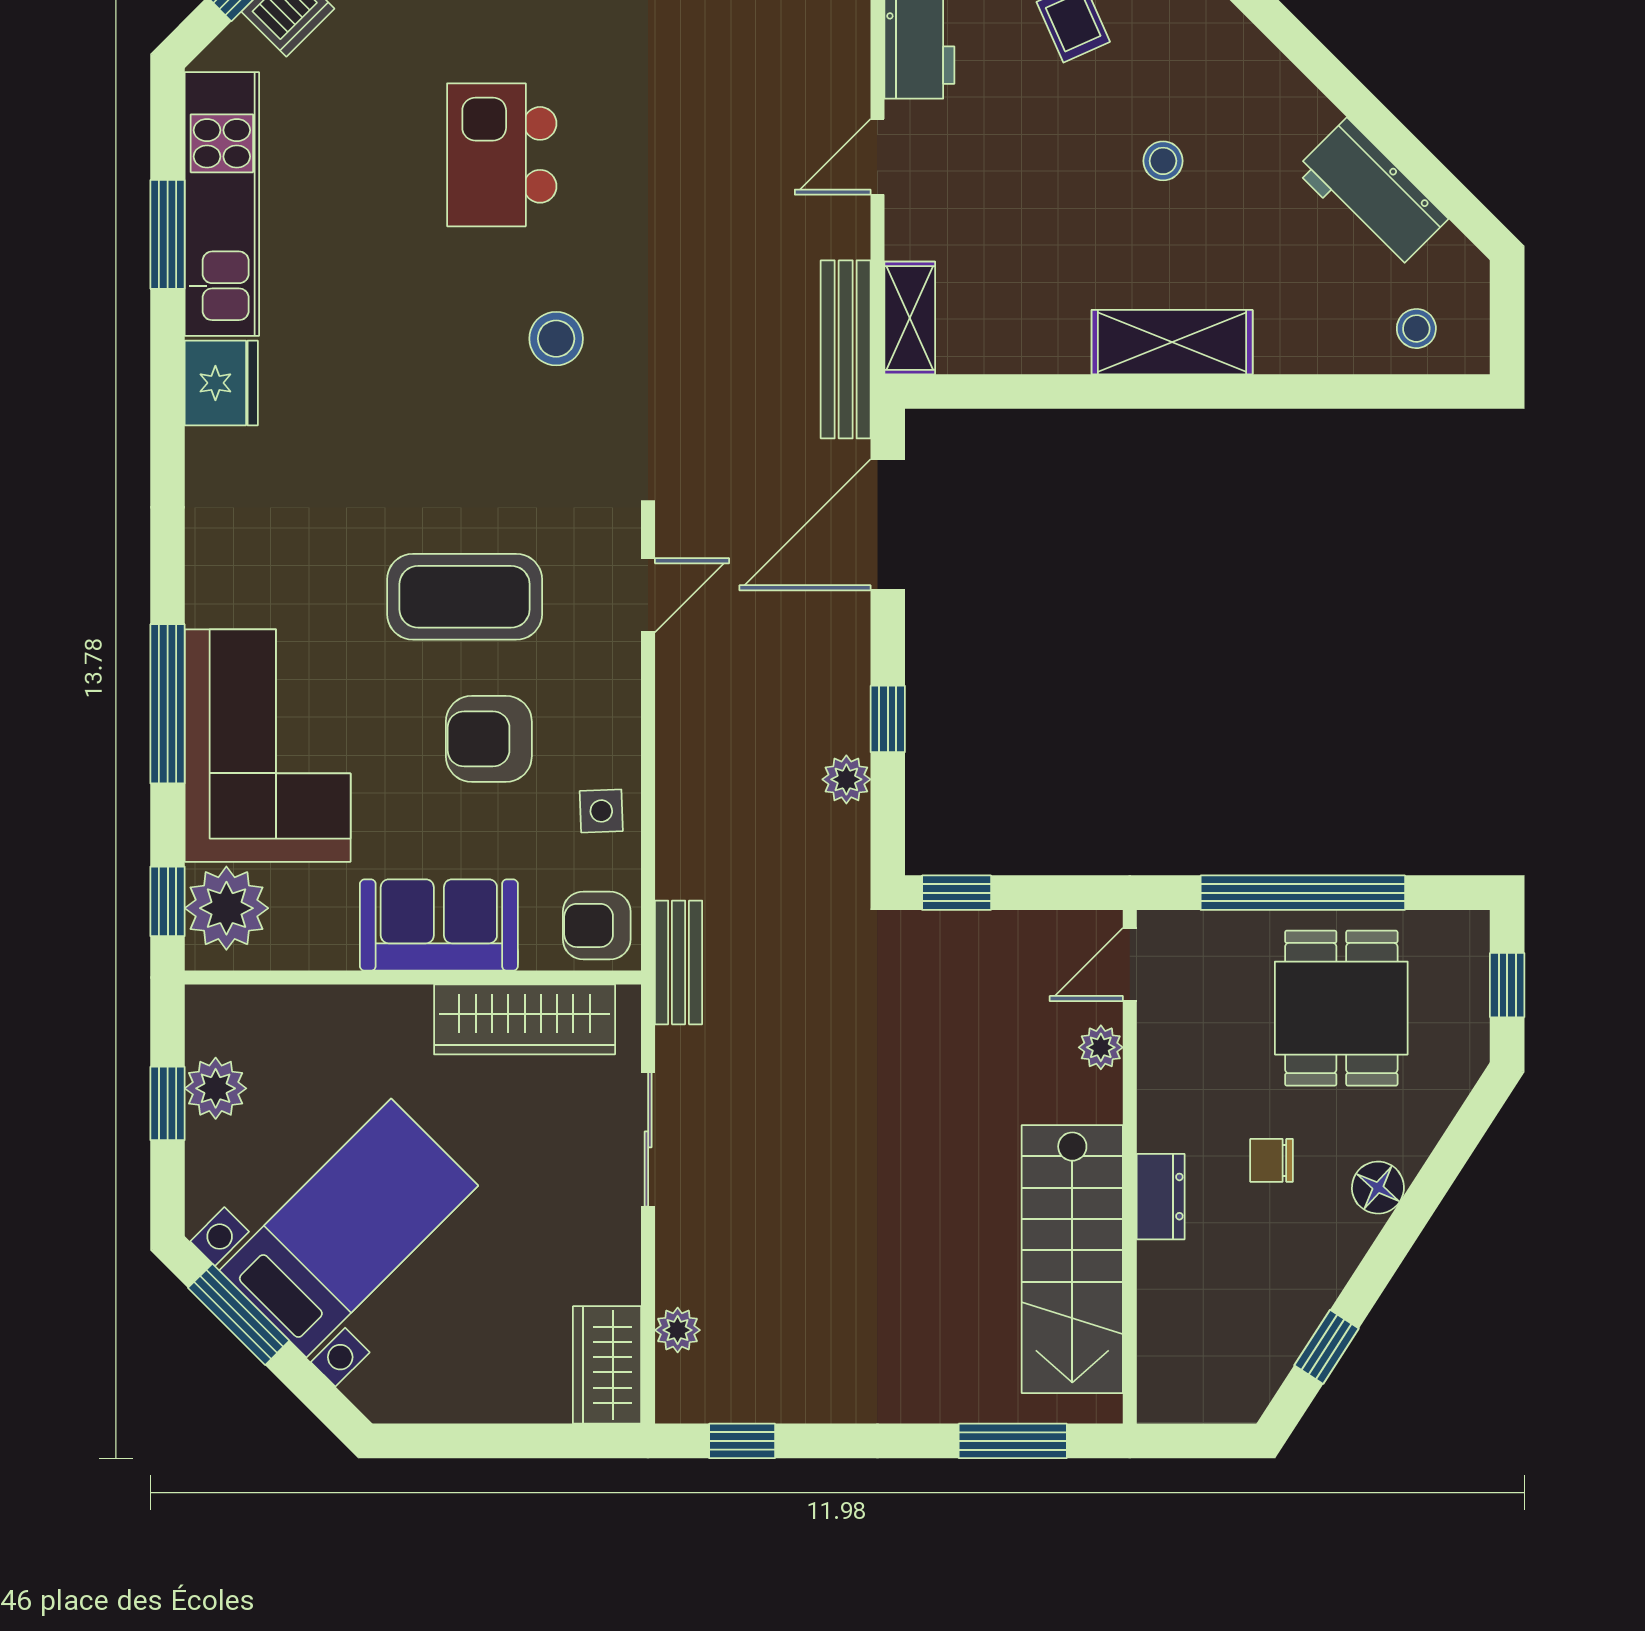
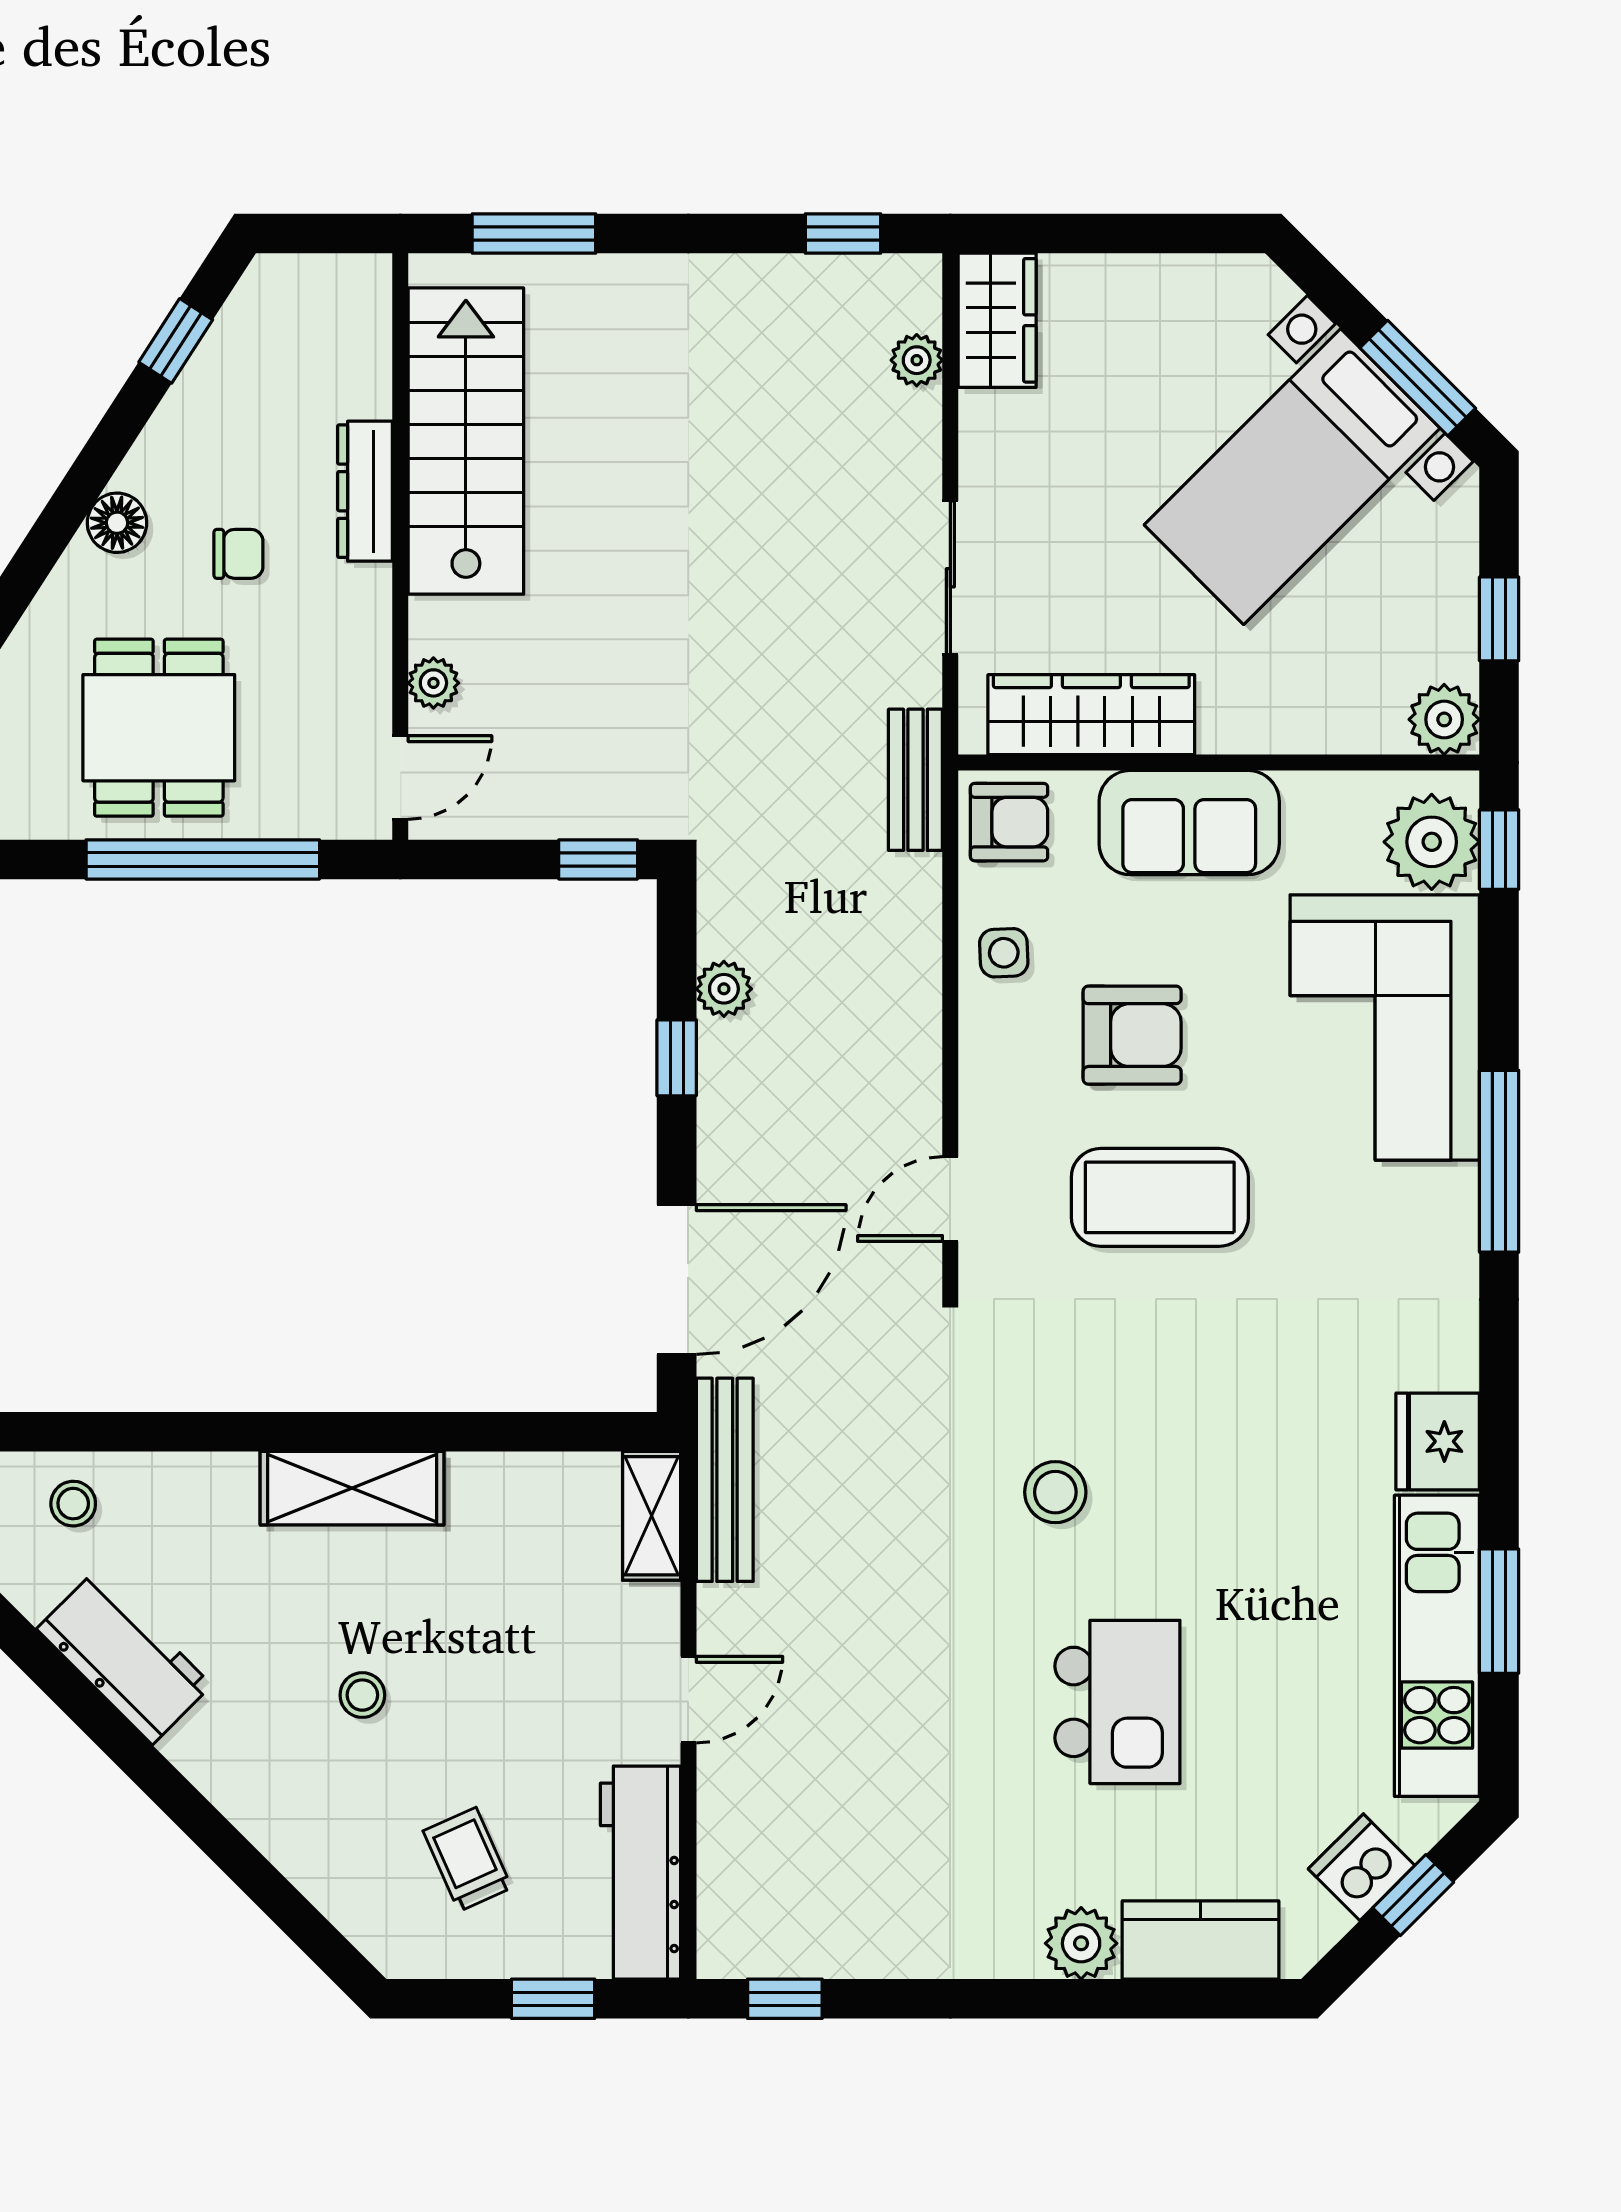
window: (168, 704) -> (1499, 1161), moved
plant: (216, 1088) -> (1444, 719), moved
dresser: (1161, 1197) -> (365, 491), width x1.44

